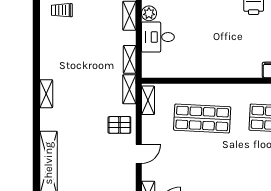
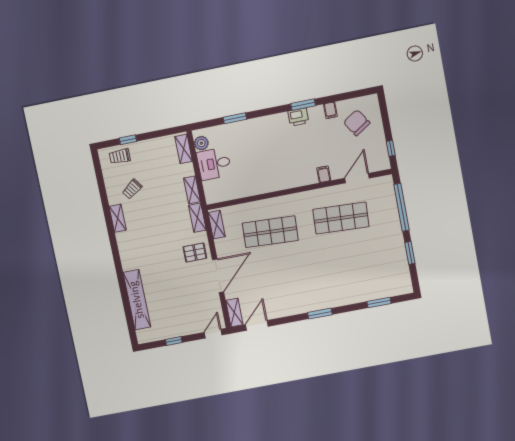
trolley: (68, 46) -> (132, 189), added
shelving: (46, 94) -> (118, 218), moved
door: (139, 154) -> (218, 276), width x1.88

